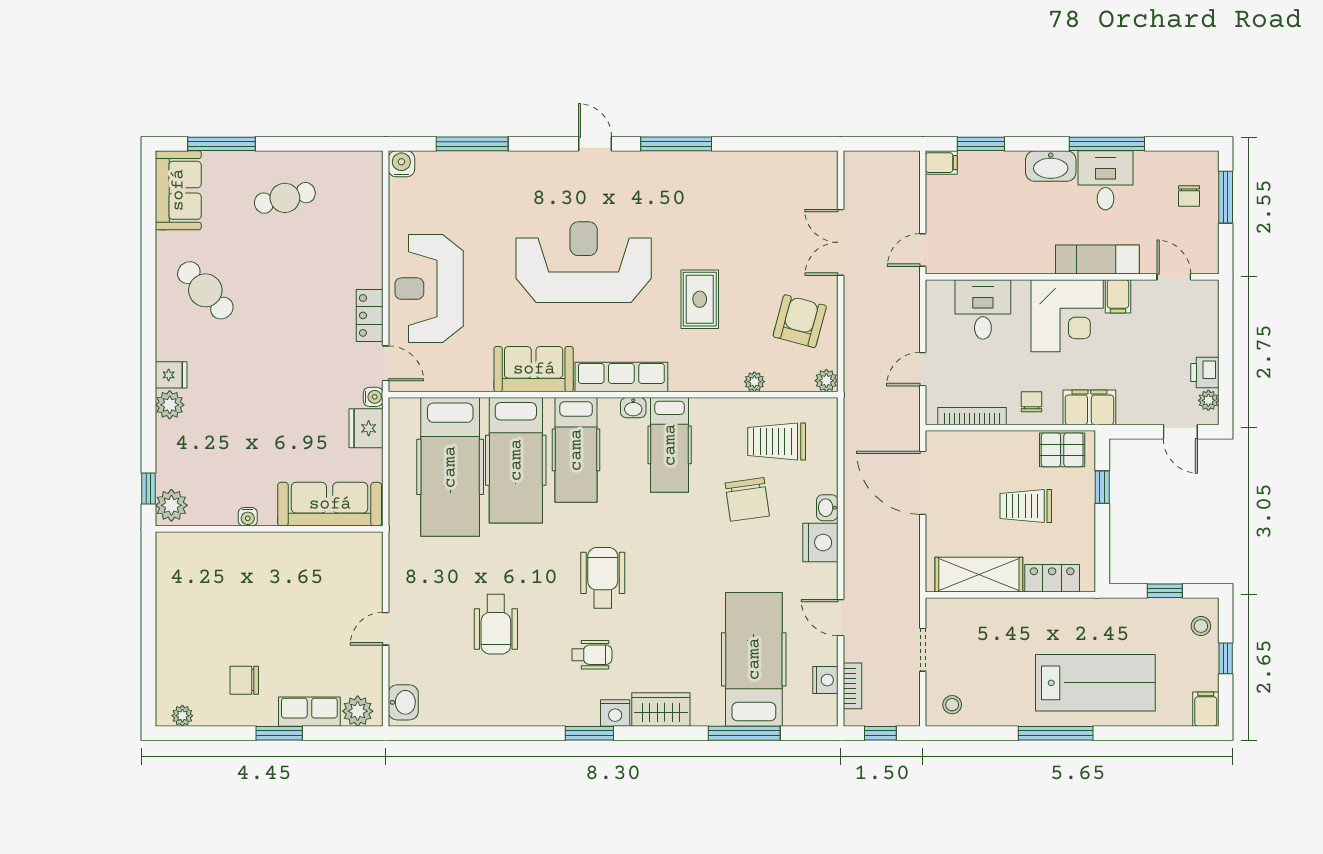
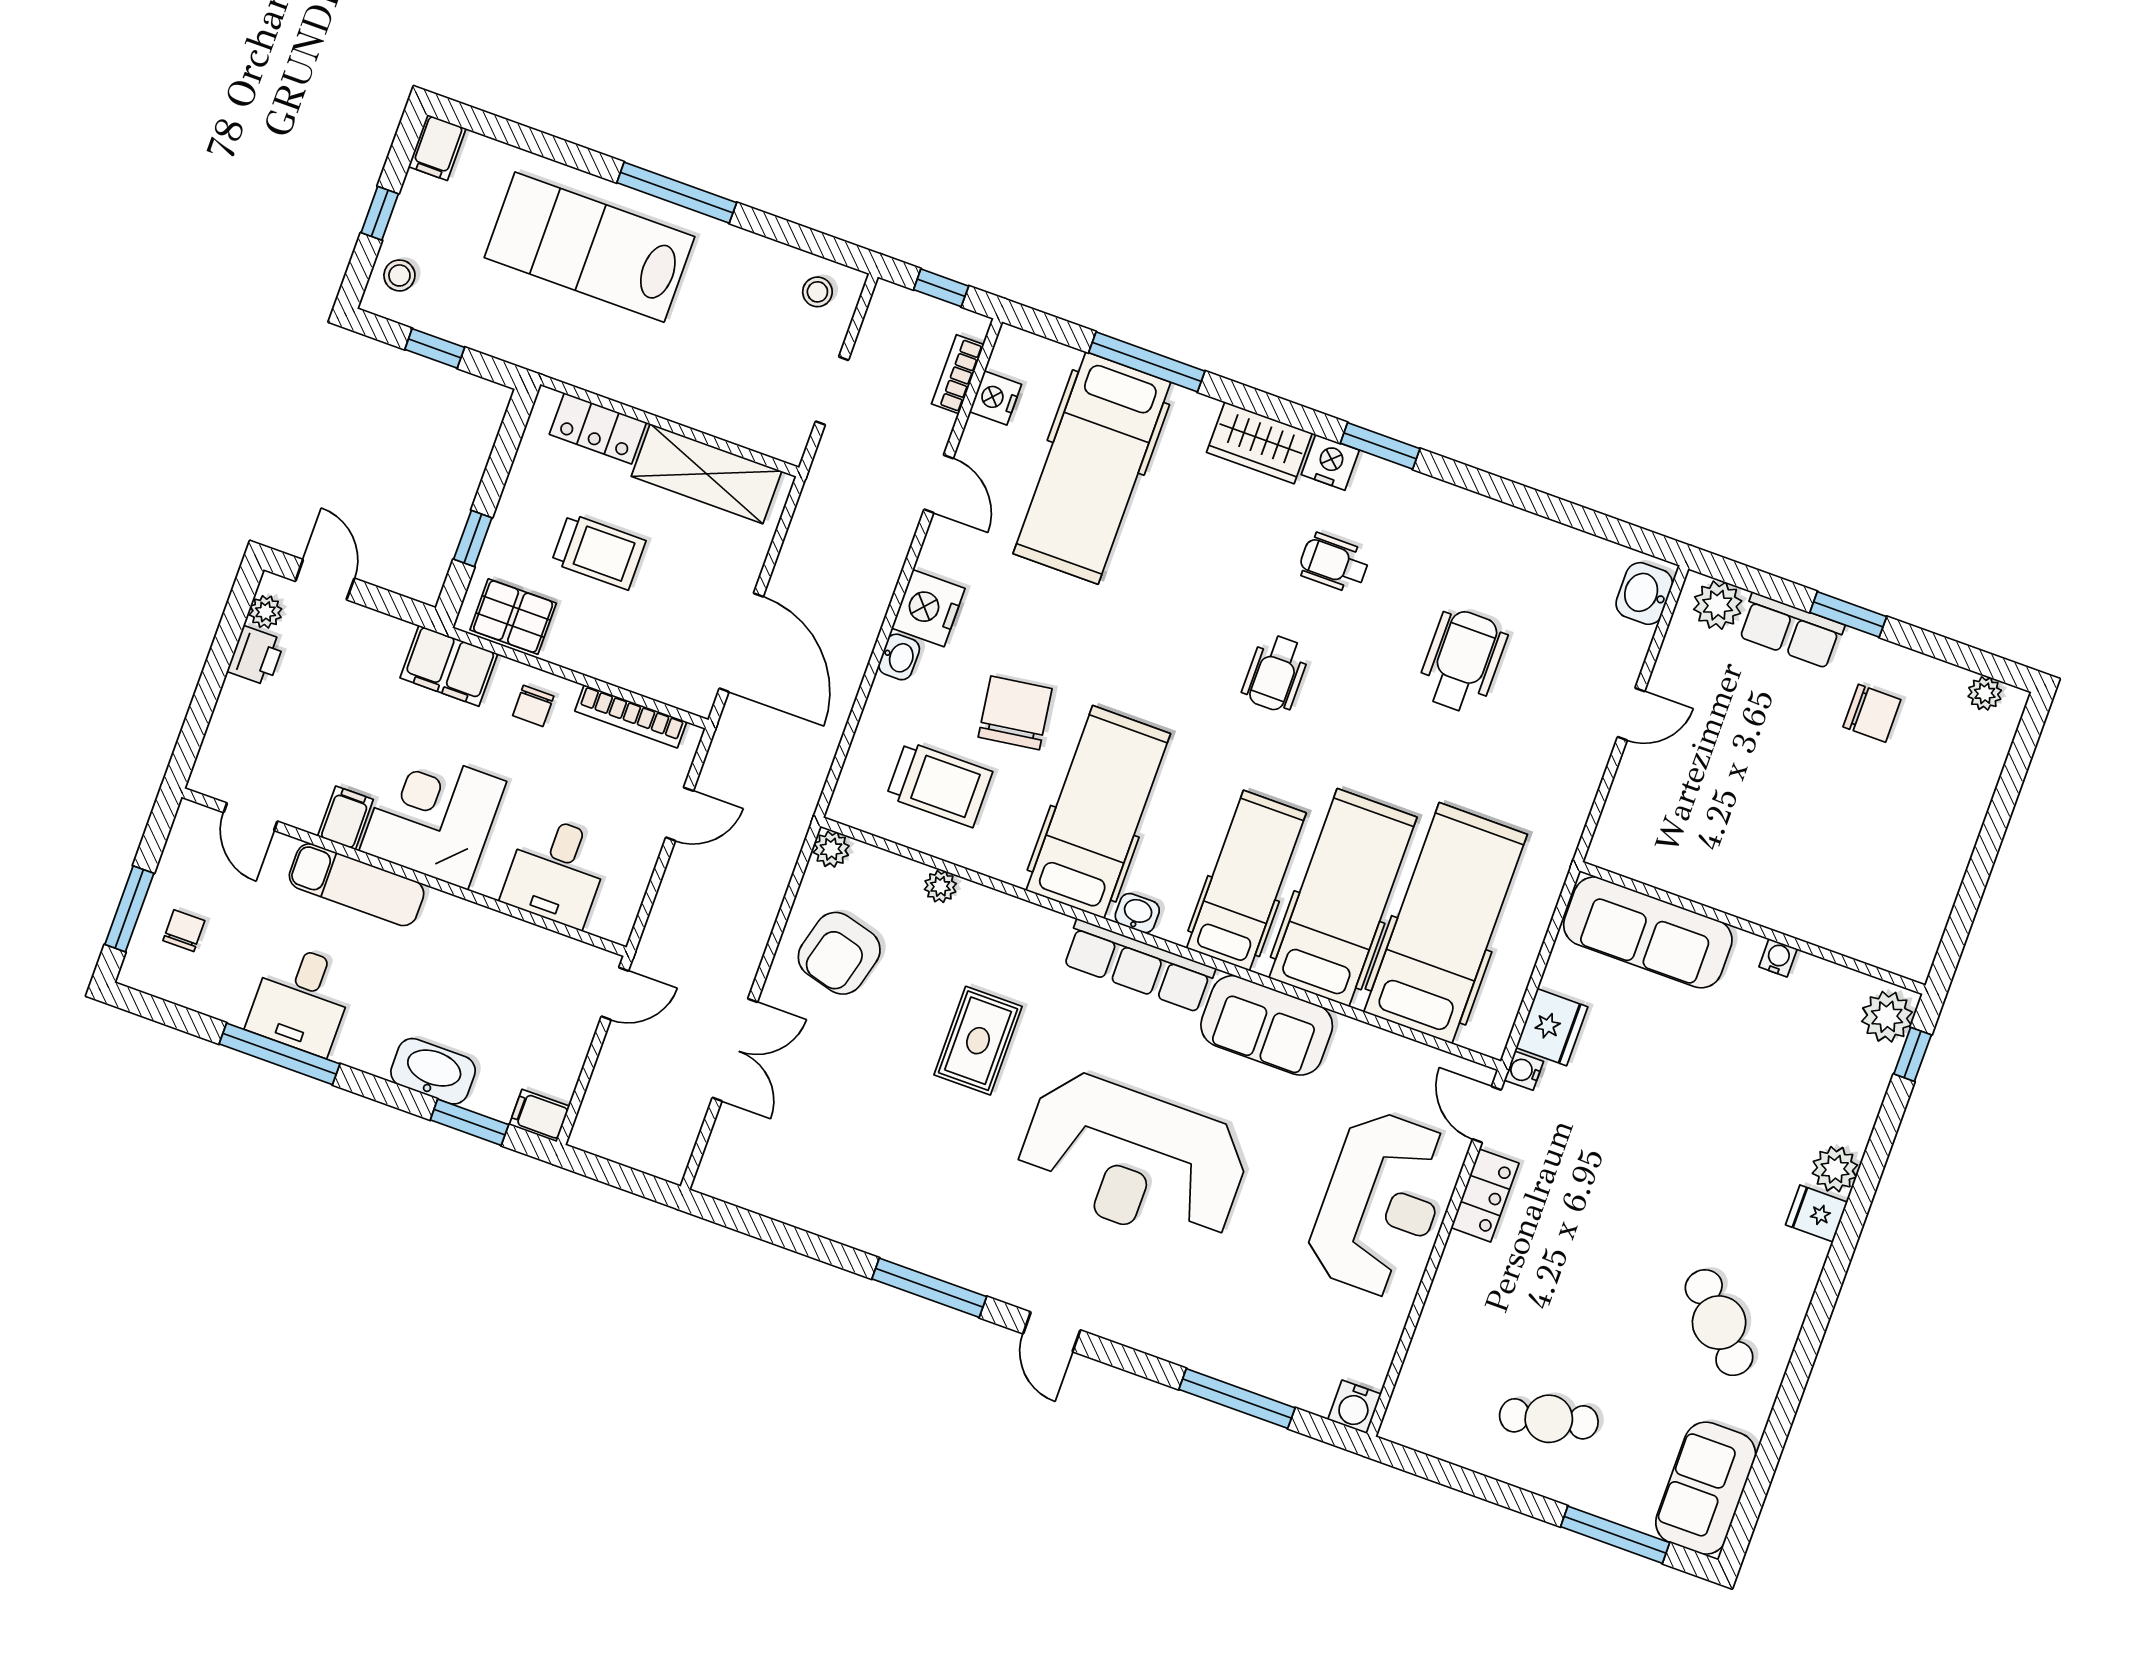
washbasin: (1051, 166) -> (433, 1071), moved
hospital bed: (670, 445) -> (1098, 812), width x1.37, depth x1.29
wheelchair: (603, 578) -> (1276, 673), width x0.73, depth x0.73

